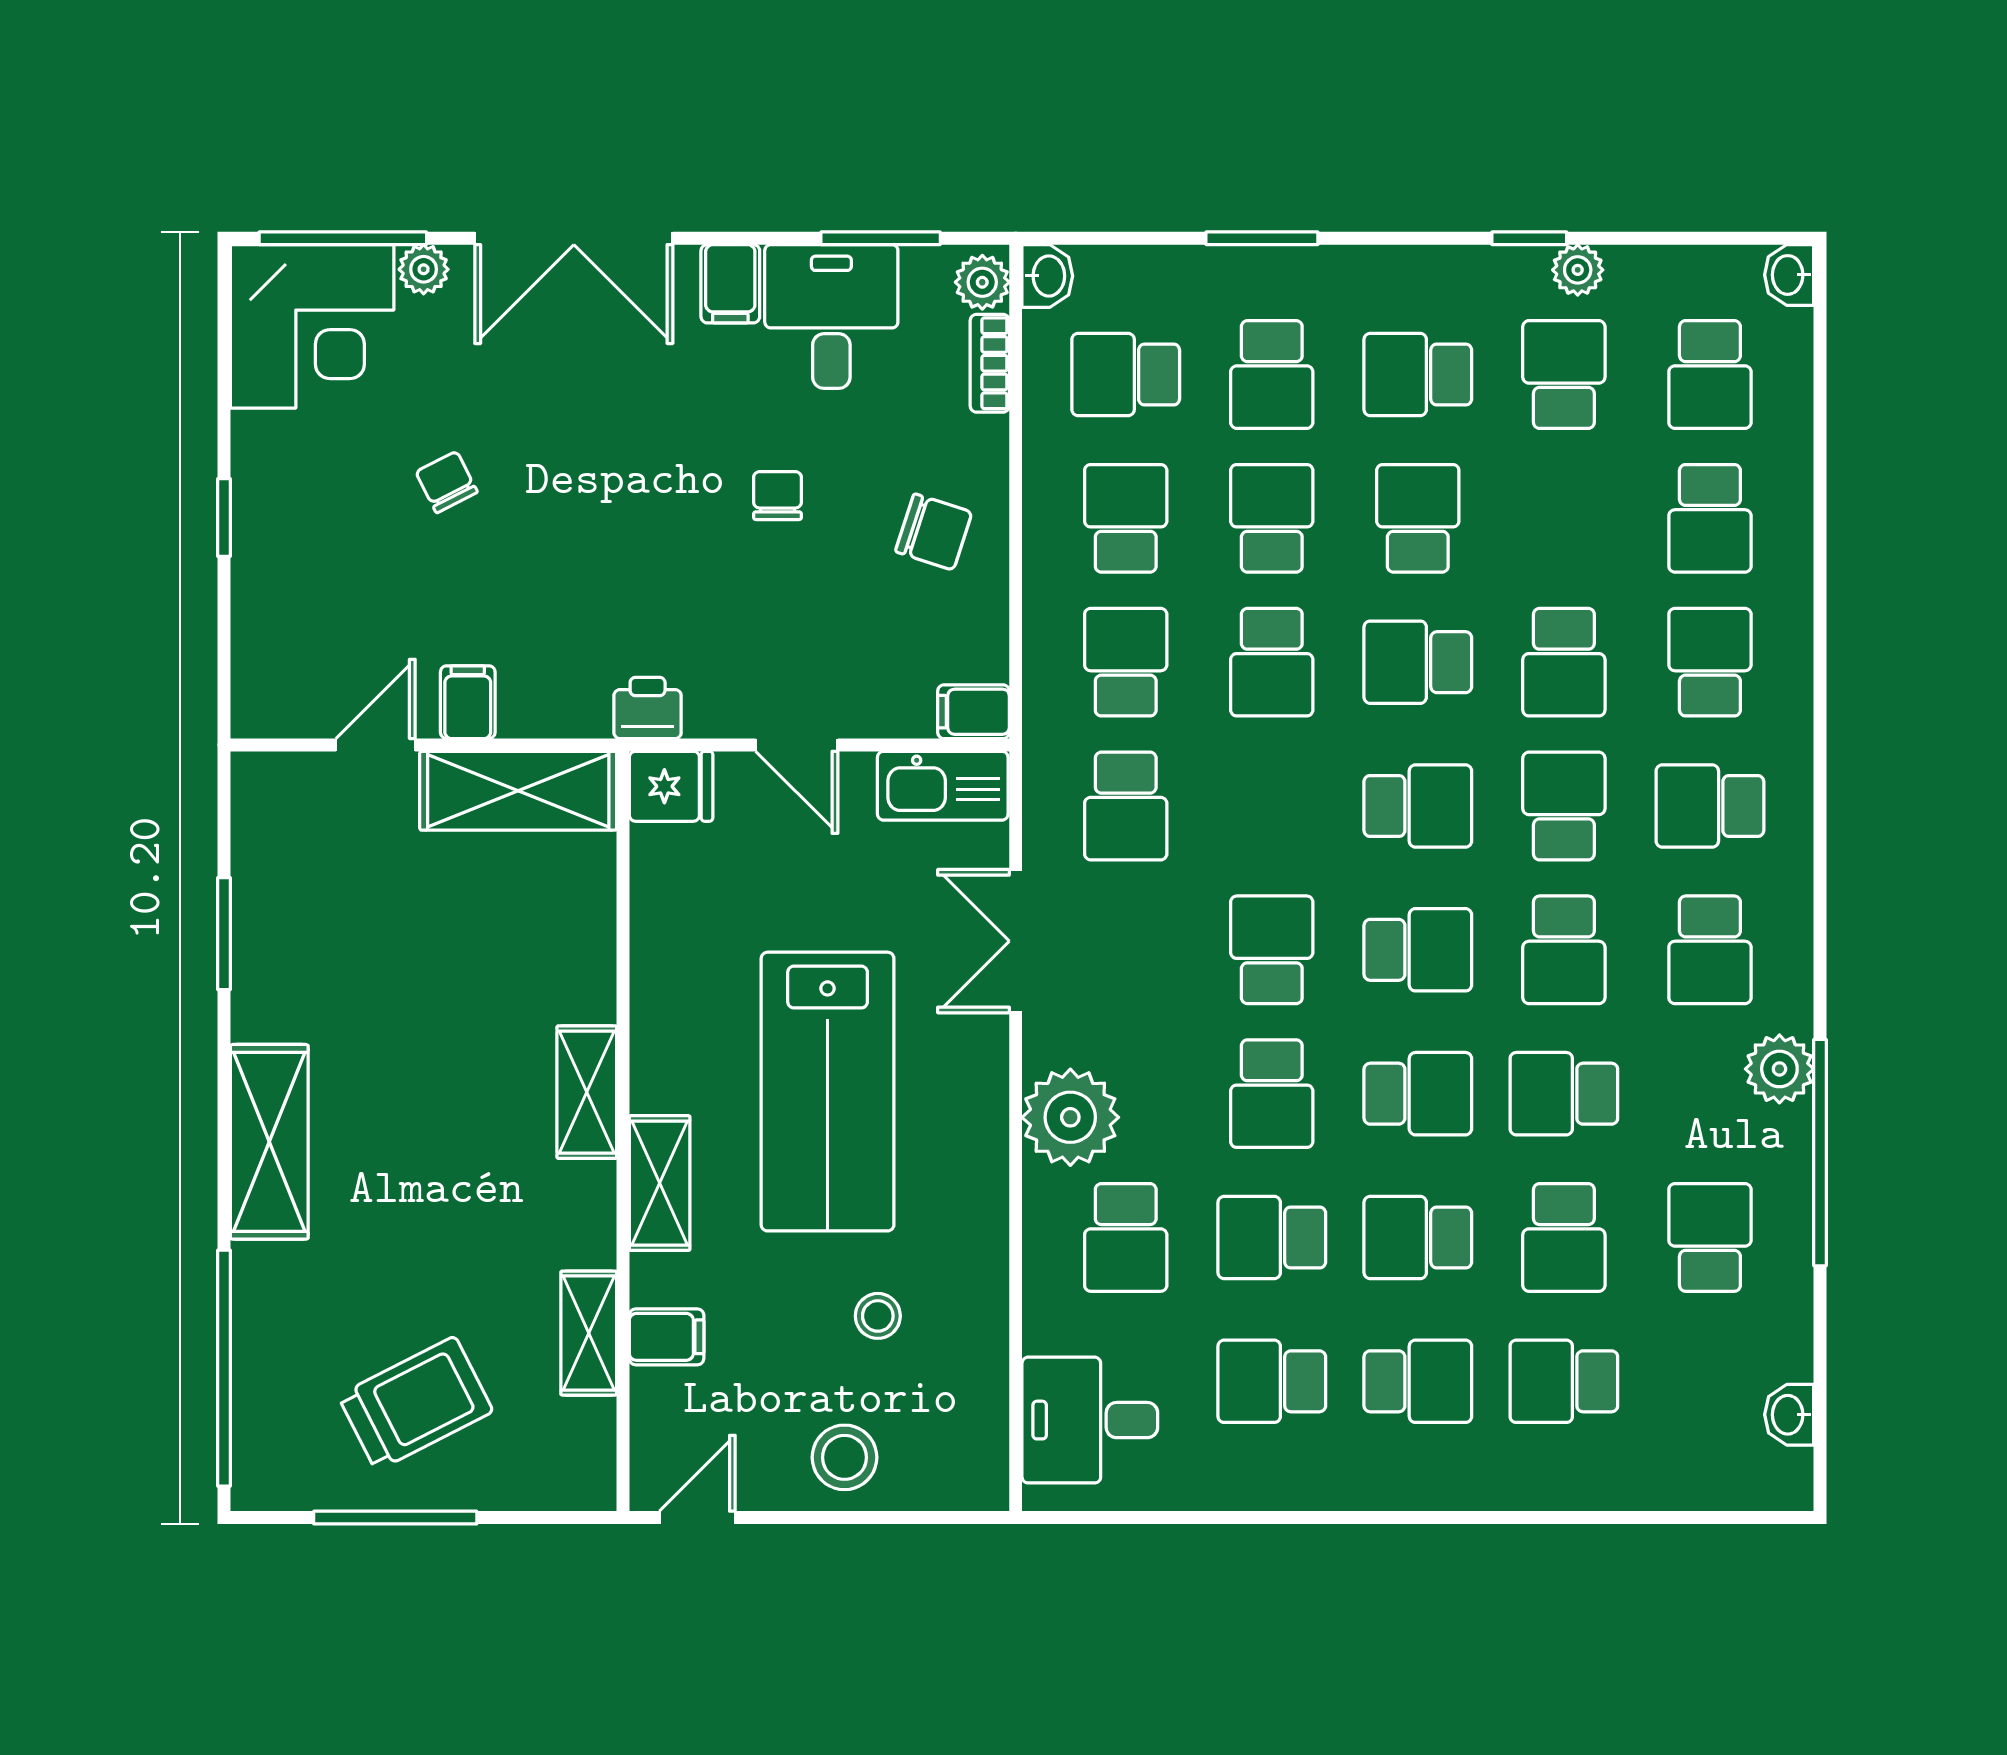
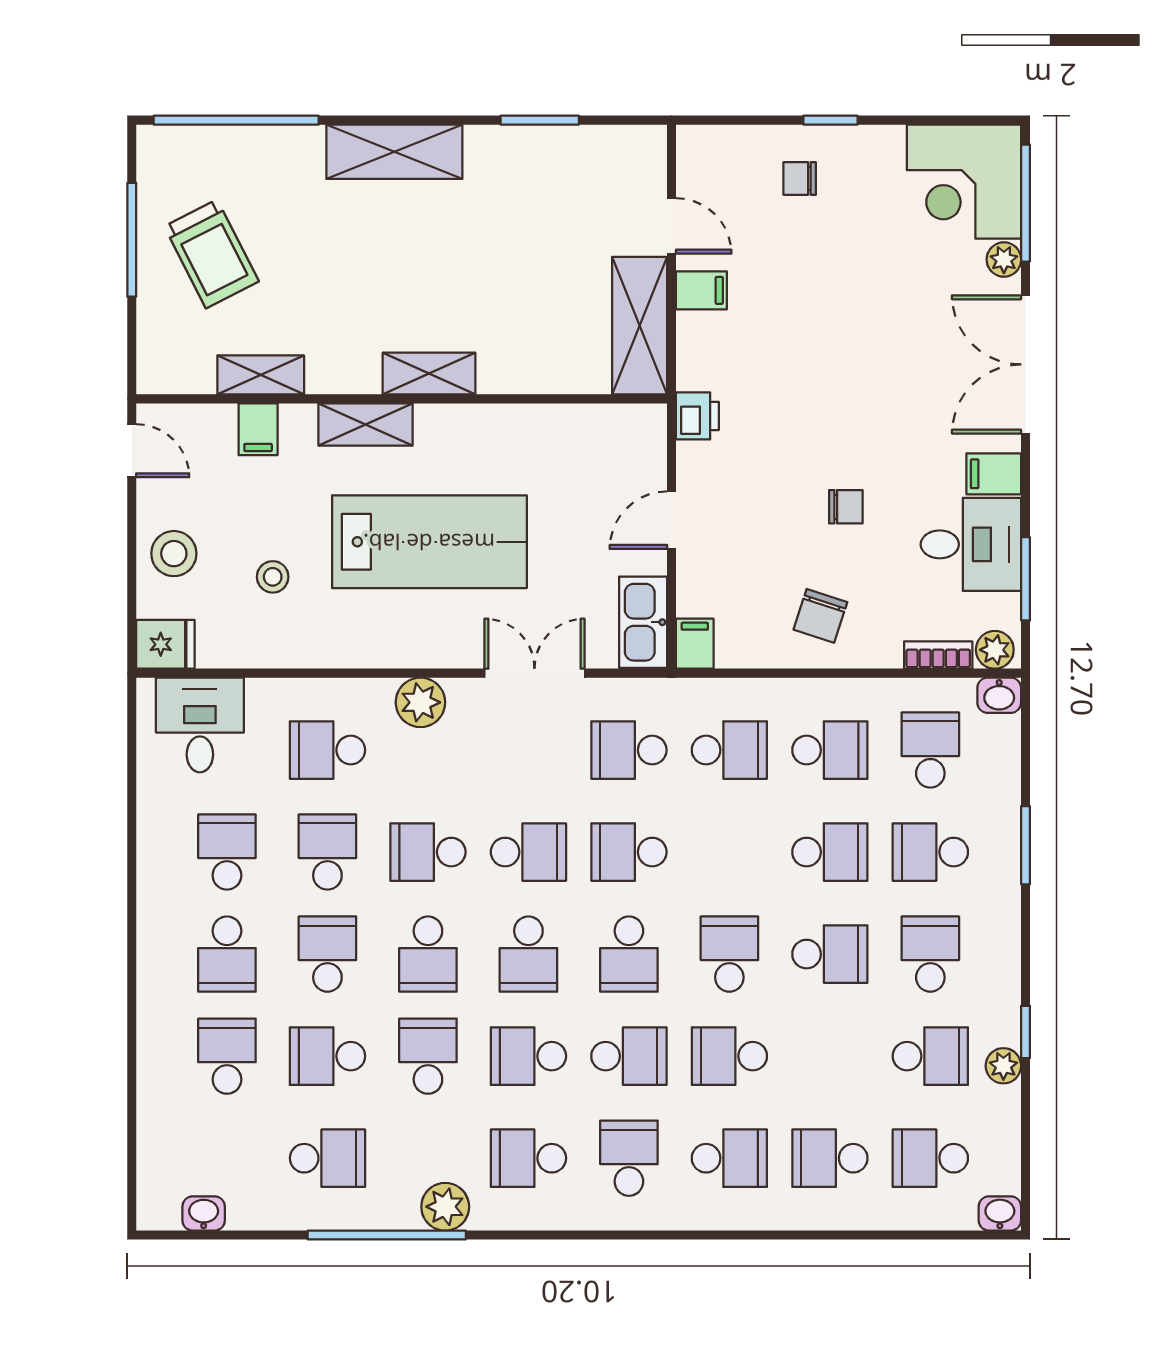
chair: (447, 482) -> (800, 179), moved, turned -153
school desk: (1272, 662) -> (629, 852), moved
fridge: (671, 786) -> (165, 644), moved, turned -90
lab bench: (828, 1092) -> (429, 542), turned 180
plant: (1070, 1117) -> (420, 702), width x0.73, depth x0.73

